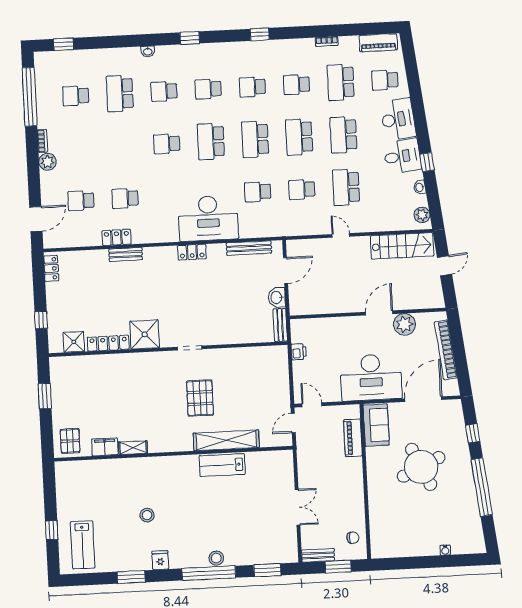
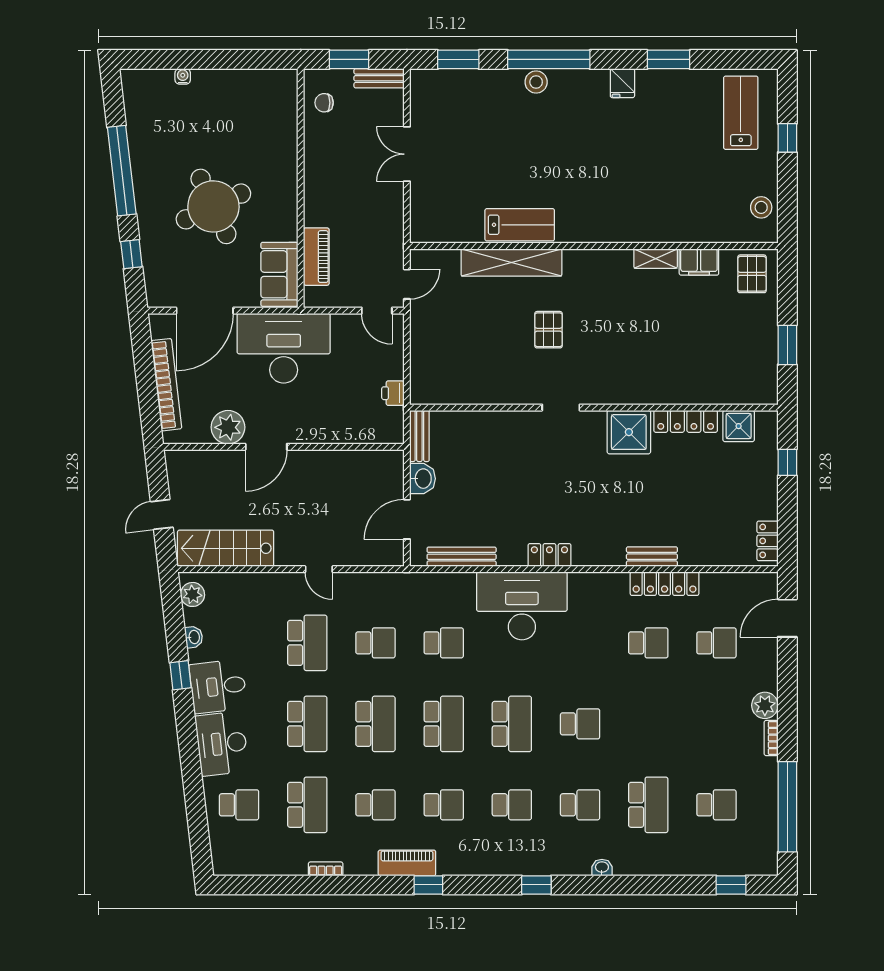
piano: (378, 43) -> (407, 863), moved
locker: (117, 237) -> (665, 584), width x1.53
pallet: (200, 398) -> (548, 330), width x0.67, depth x0.71
stool: (147, 515) -> (761, 207), moved

